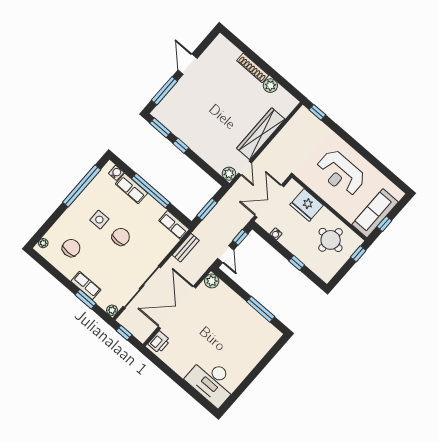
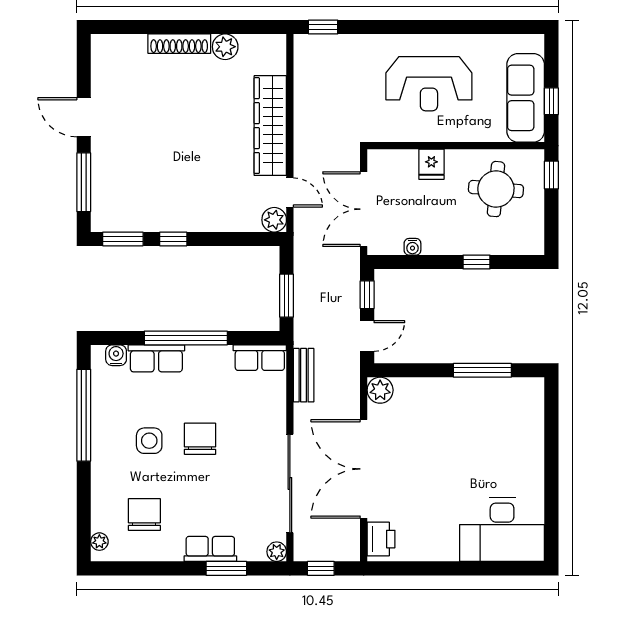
fridge: (307, 205) -> (431, 164), width x0.53, depth x0.75
door: (226, 254) -> (367, 336), hinge flipped

